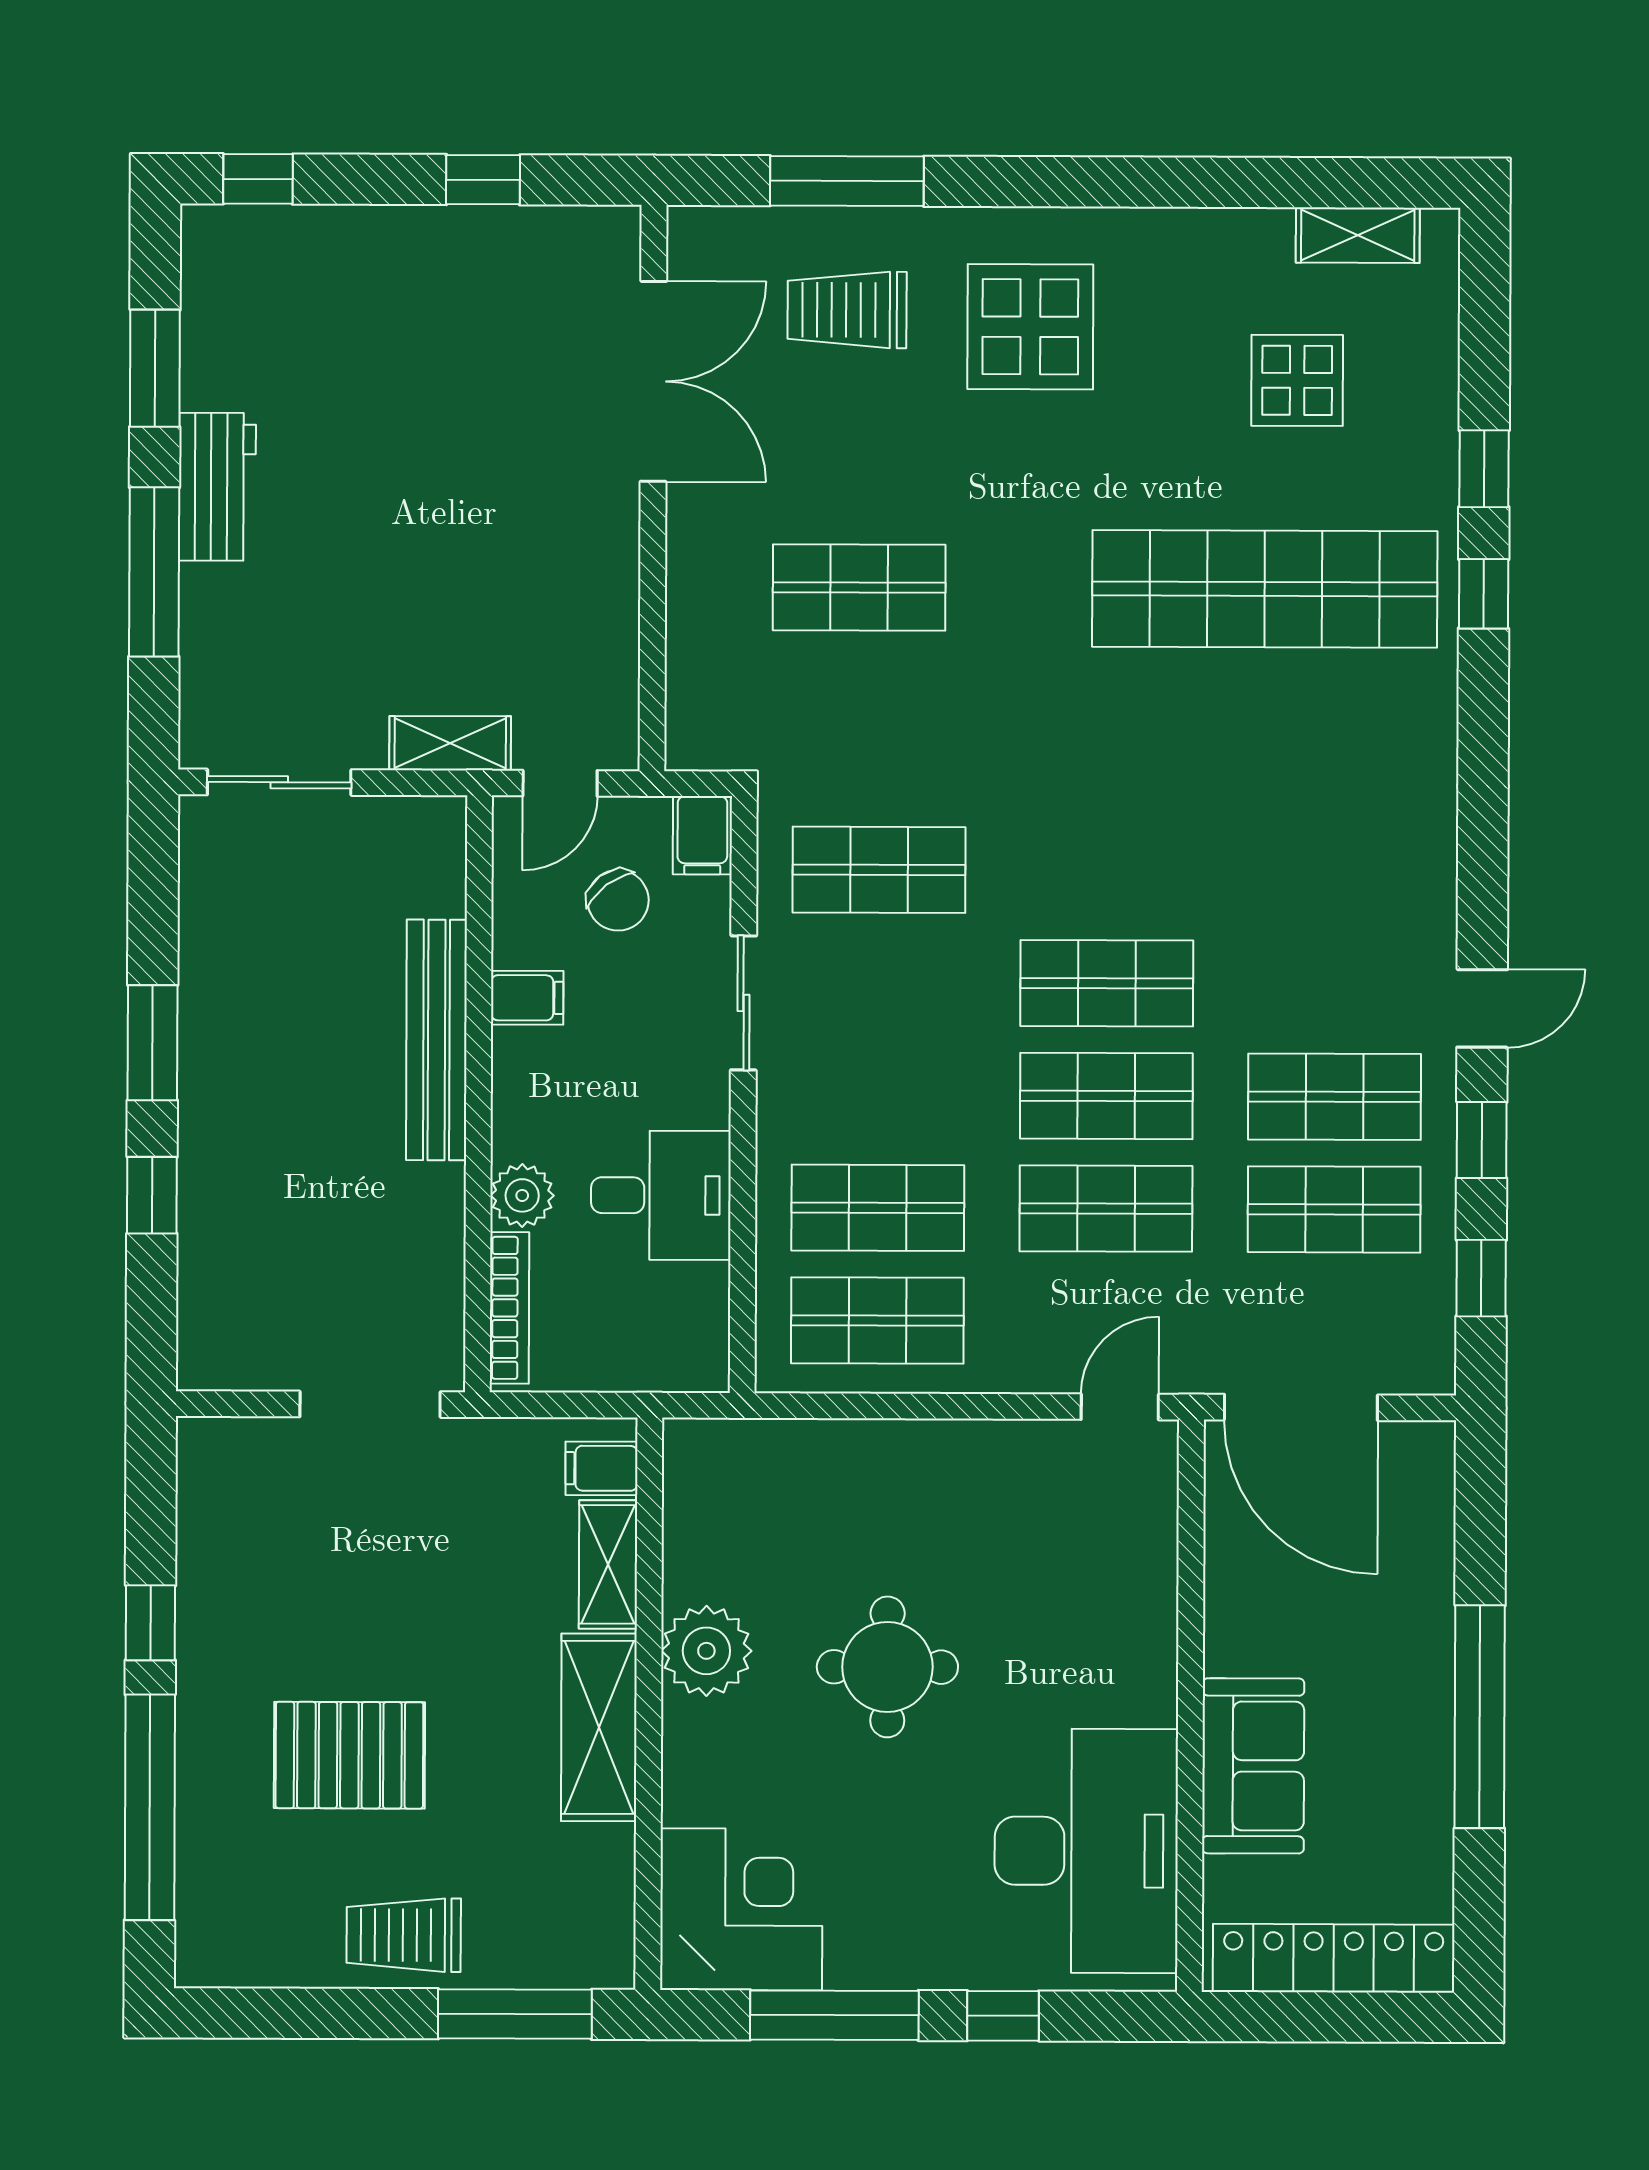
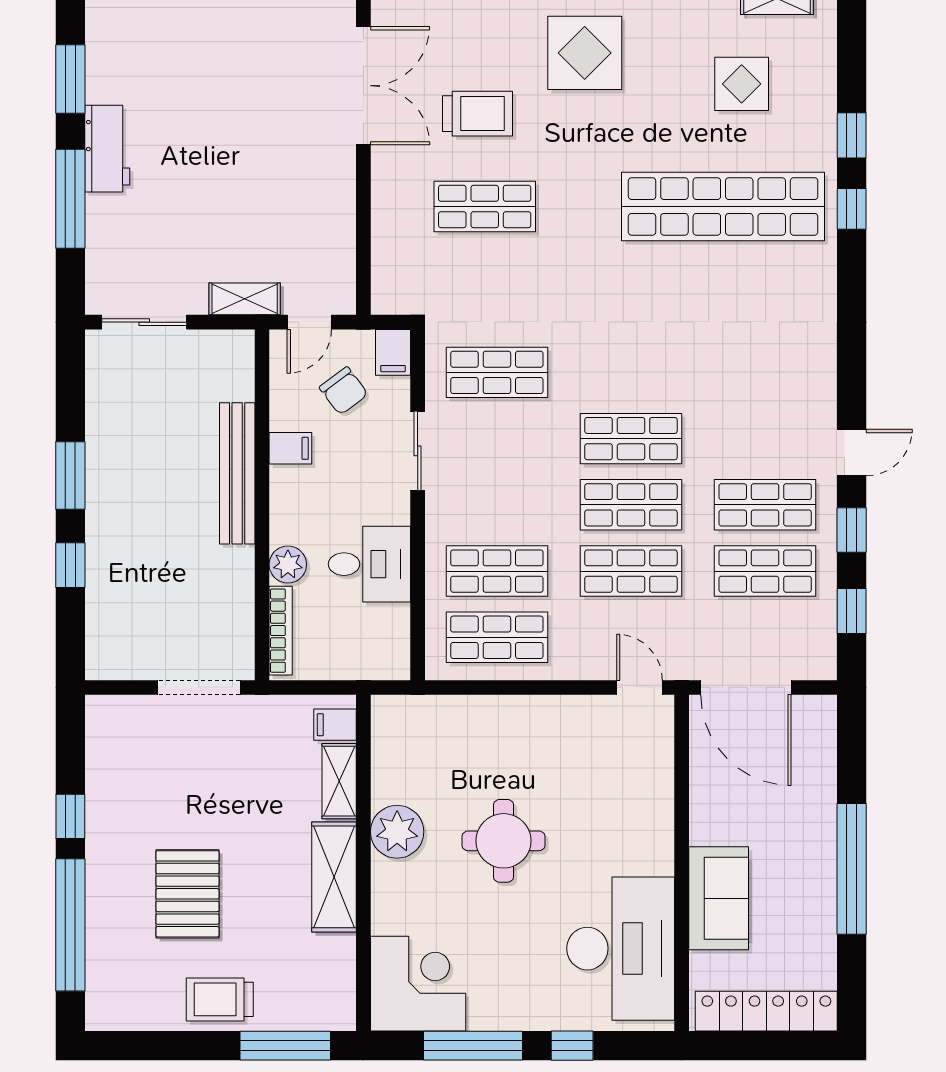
trolley: (847, 310) -> (478, 114), moved, turned 180
door: (1120, 1407) -> (640, 687), hinge flipped
pallet: (349, 1755) -> (187, 894), turned 90

